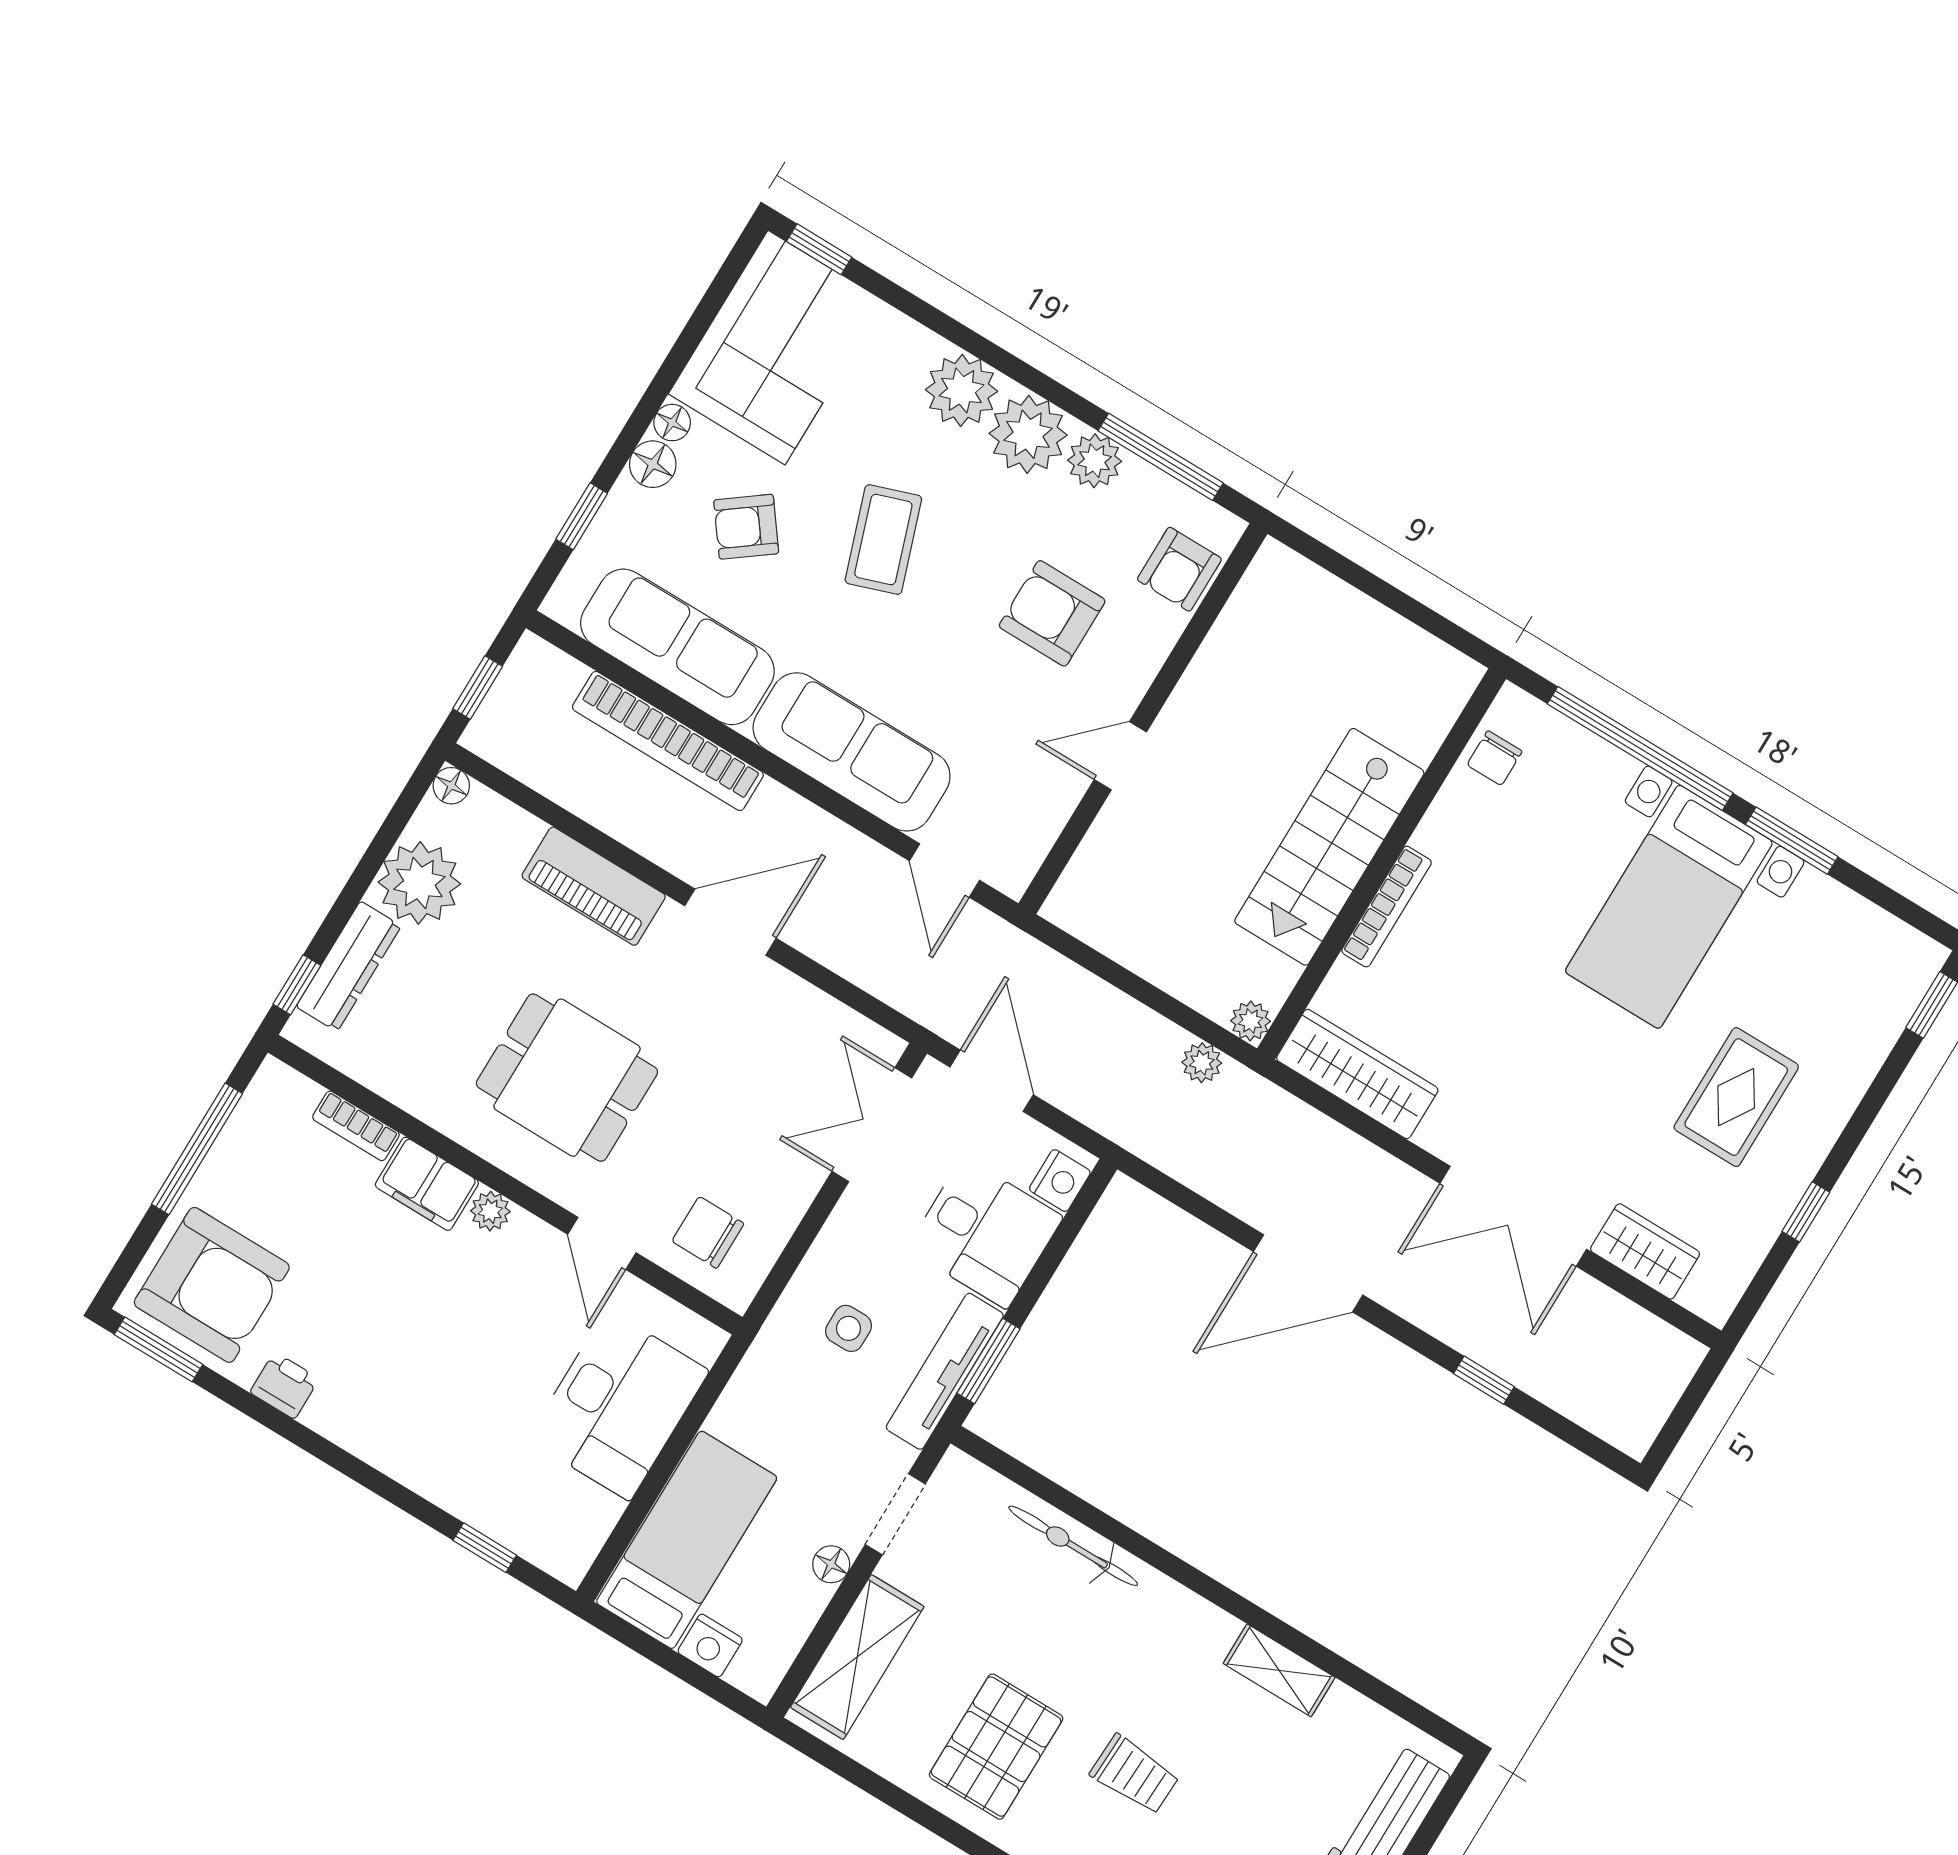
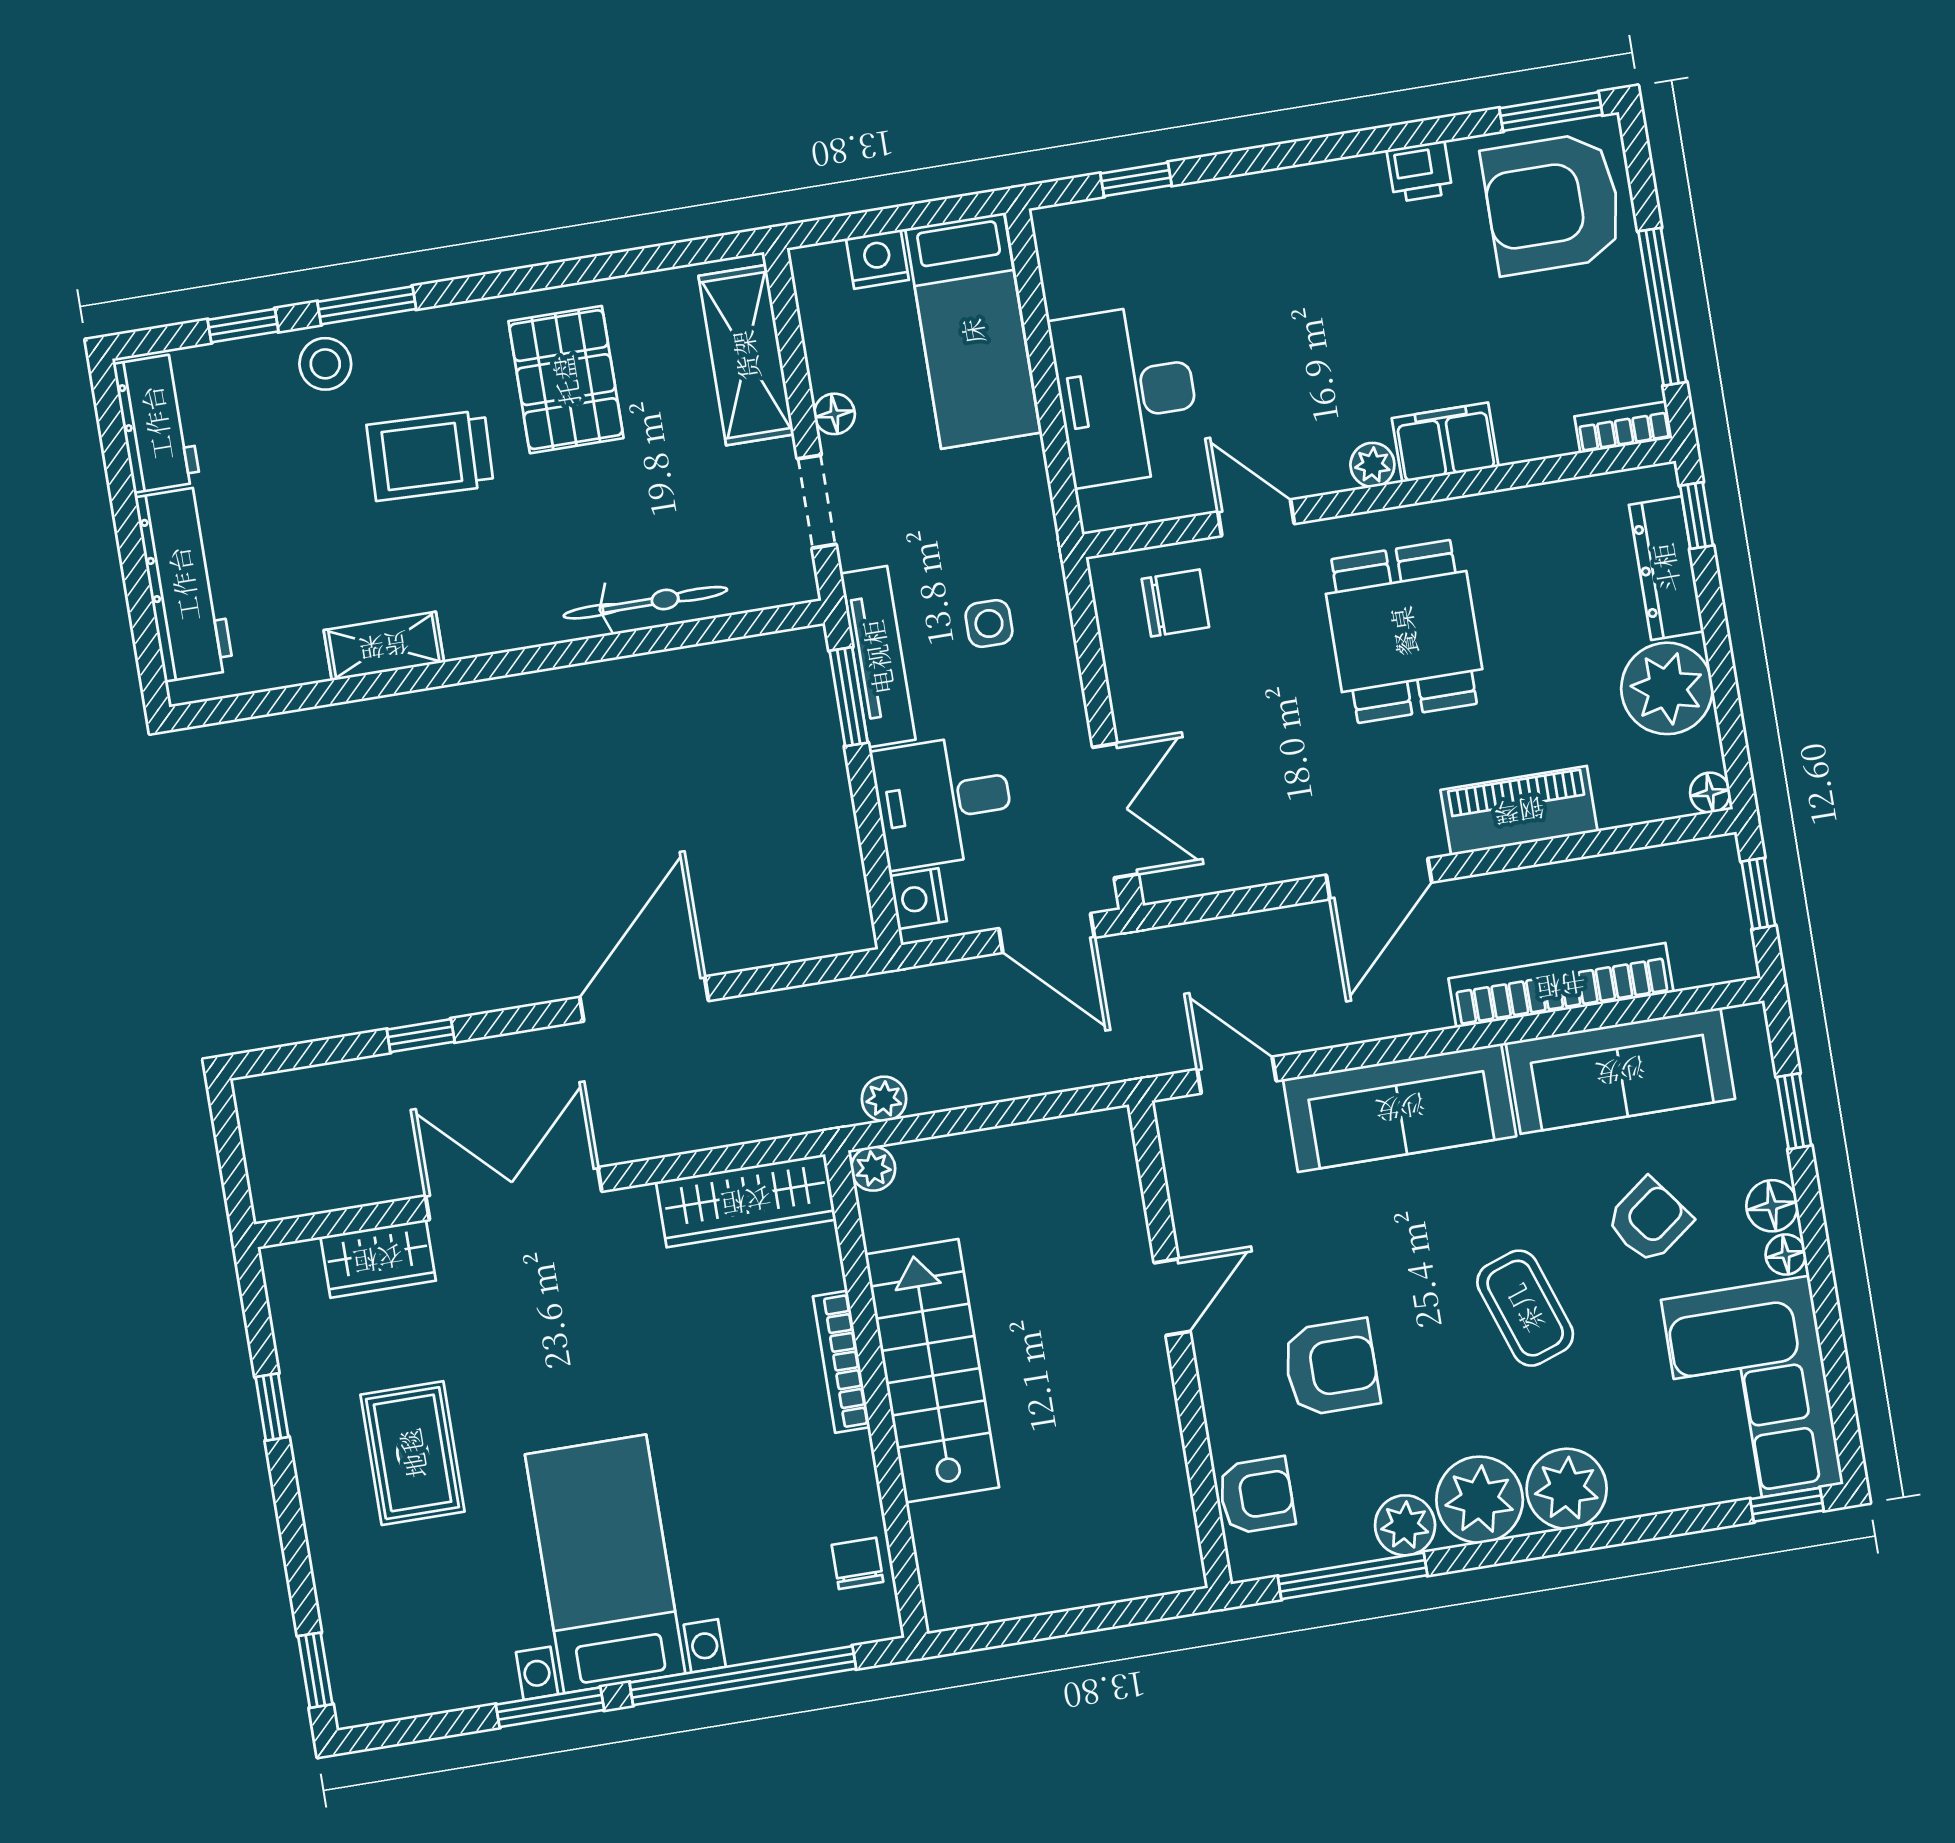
armchair: (1179, 569) -> (1256, 1495), turned 90
dining table: (567, 1078) -> (1404, 631), turned 90
bookcase: (356, 1126) -> (1623, 427), moved
trolley: (1135, 1775) -> (430, 455), width x1.36, depth x1.39

